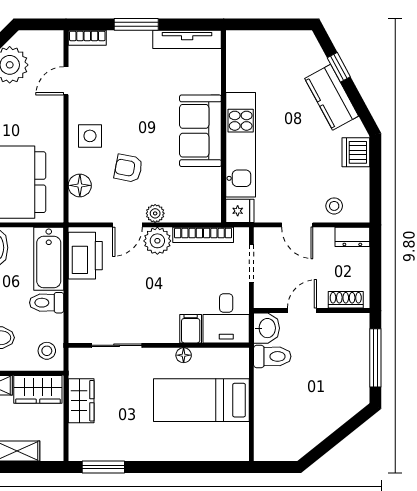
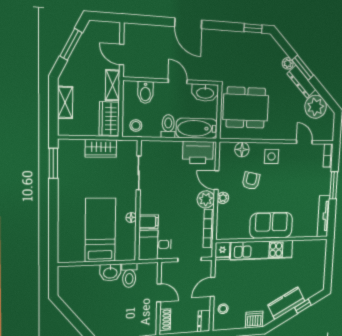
washbasin: (267, 328) -> (110, 273), moved

